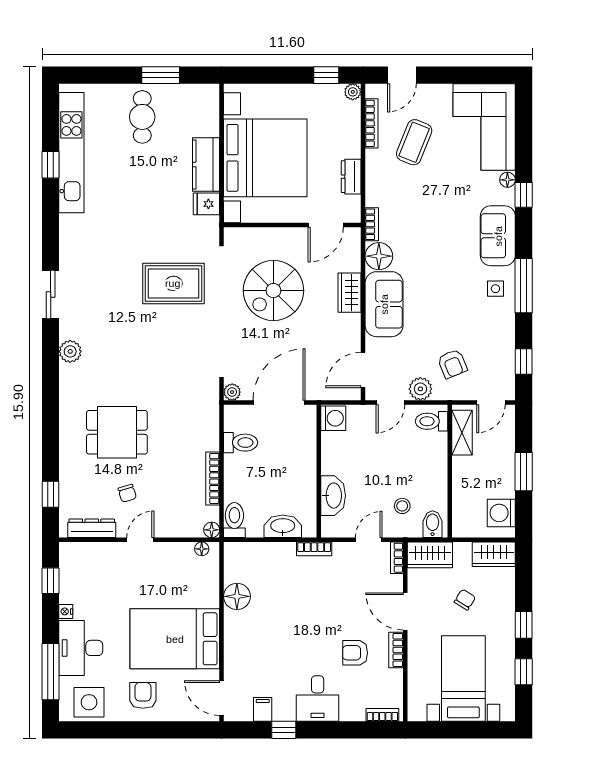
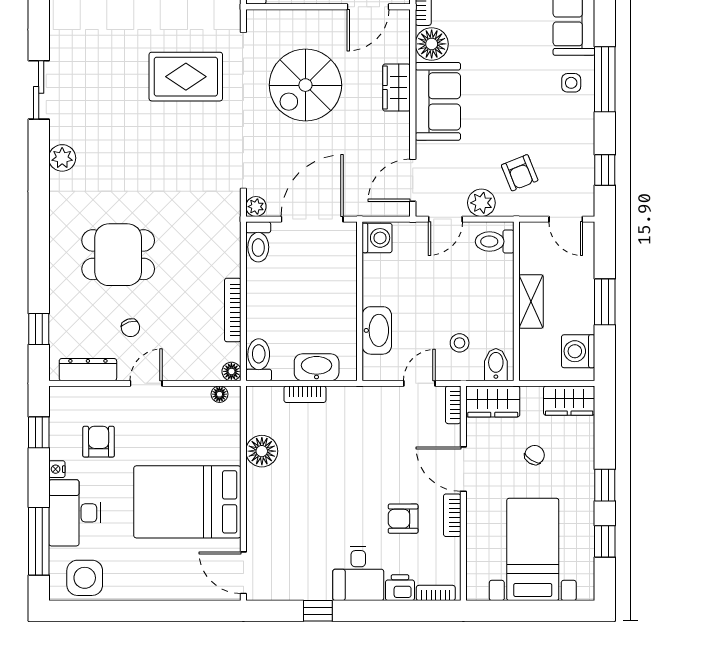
door: (491, 402) -> (566, 219), hinge flipped
shelving: (462, 433) -> (531, 302), moved
toilet: (241, 443) -> (258, 242), moved, turned 90
bookcase: (314, 549) -> (305, 394), moved
armchair: (143, 695) -> (99, 442), moved
filing cabinet: (263, 709) -> (293, 586), removed
printer: (352, 710) -> (400, 588), added

